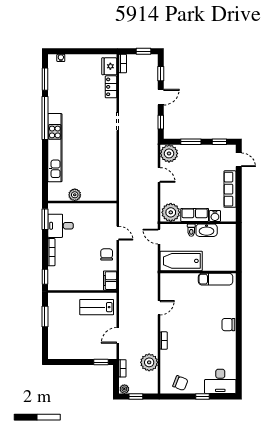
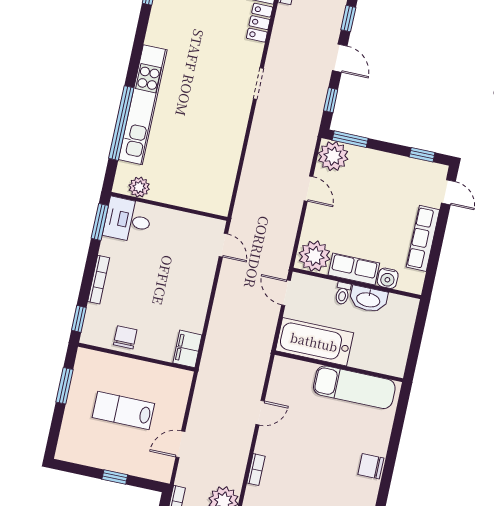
door: (161, 97) -> (340, 58), hinge flipped
window: (45, 118) -> (121, 123), moved
window: (191, 142) -> (350, 139), moved
plant: (75, 195) -> (139, 187), moved
desk: (60, 226) -> (128, 220), moved
door: (118, 233) -> (223, 245), moved
chair: (107, 254) -> (125, 337), moved
exam couch: (216, 279) -> (354, 387), width x1.36, depth x1.45
lab bench: (97, 307) -> (123, 410), moved
window: (101, 362) -> (115, 477), moved

